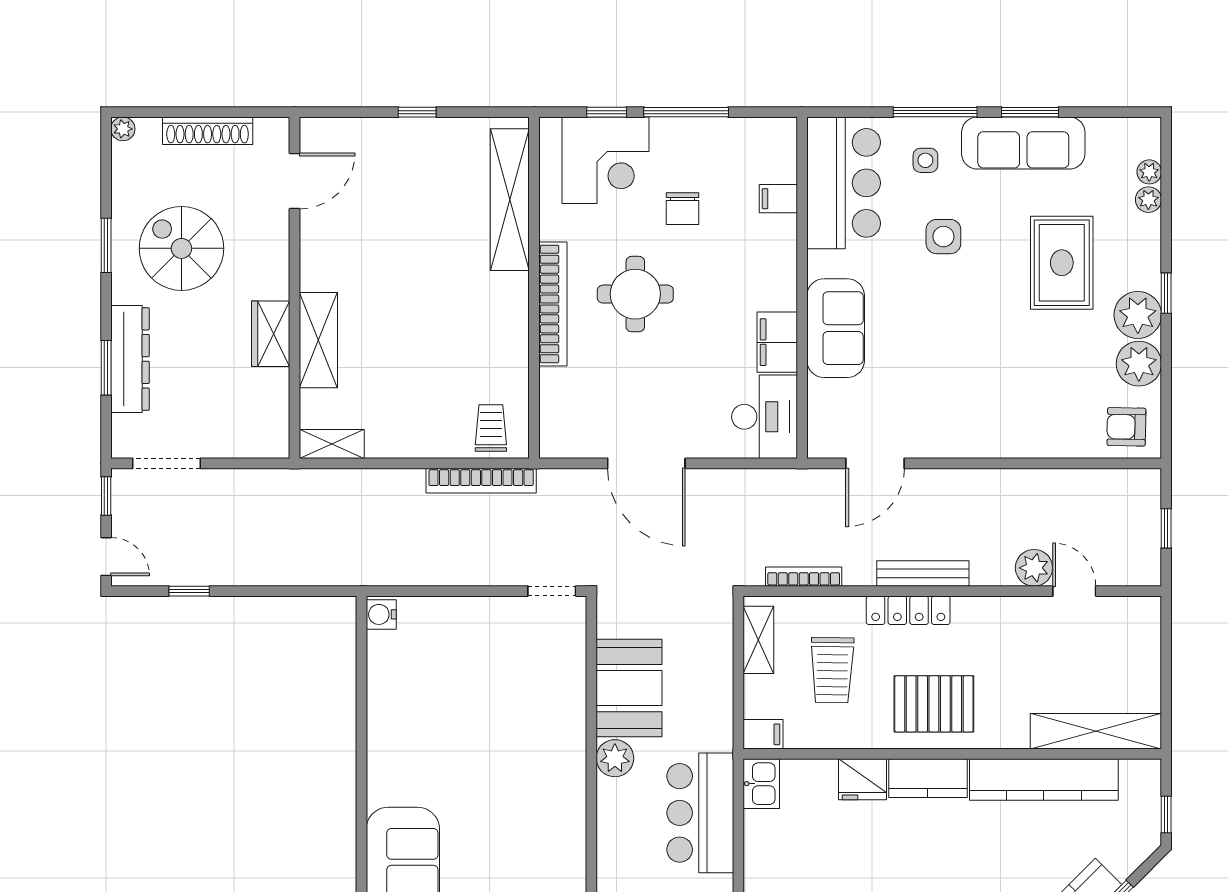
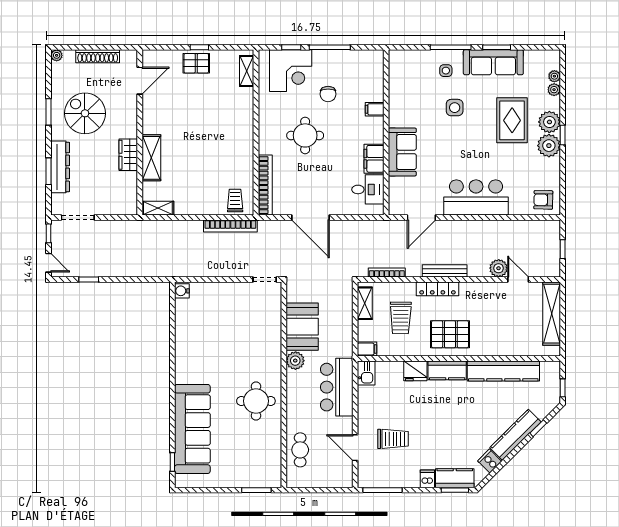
pallet: (411, 145) -> (196, 63), added
bar counter: (844, 183) -> (476, 197), moved, turned -90
filing cabinet: (778, 199) -> (375, 109), moved
shelving: (510, 200) -> (247, 71), width x0.45, depth x0.75
bookcase: (553, 304) -> (265, 185), moved
plant: (1139, 364) -> (549, 122), moved
desk: (765, 417) -> (368, 189), width x0.73
shelving: (1096, 731) -> (552, 314), moved, turned 90
round table: (534, 842) -> (256, 401), added

